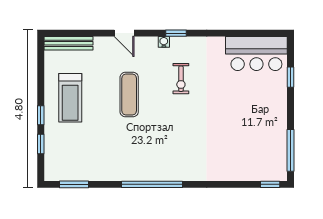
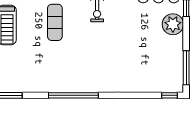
plant: (274, 97) -> (173, 24), added

